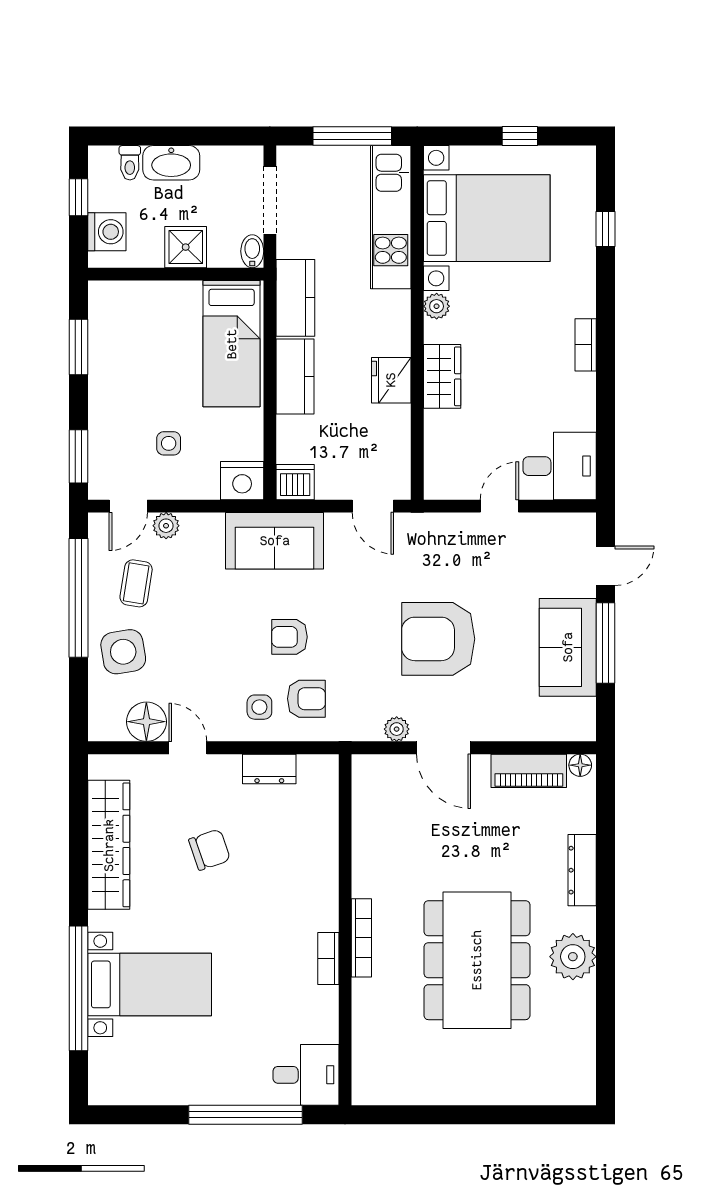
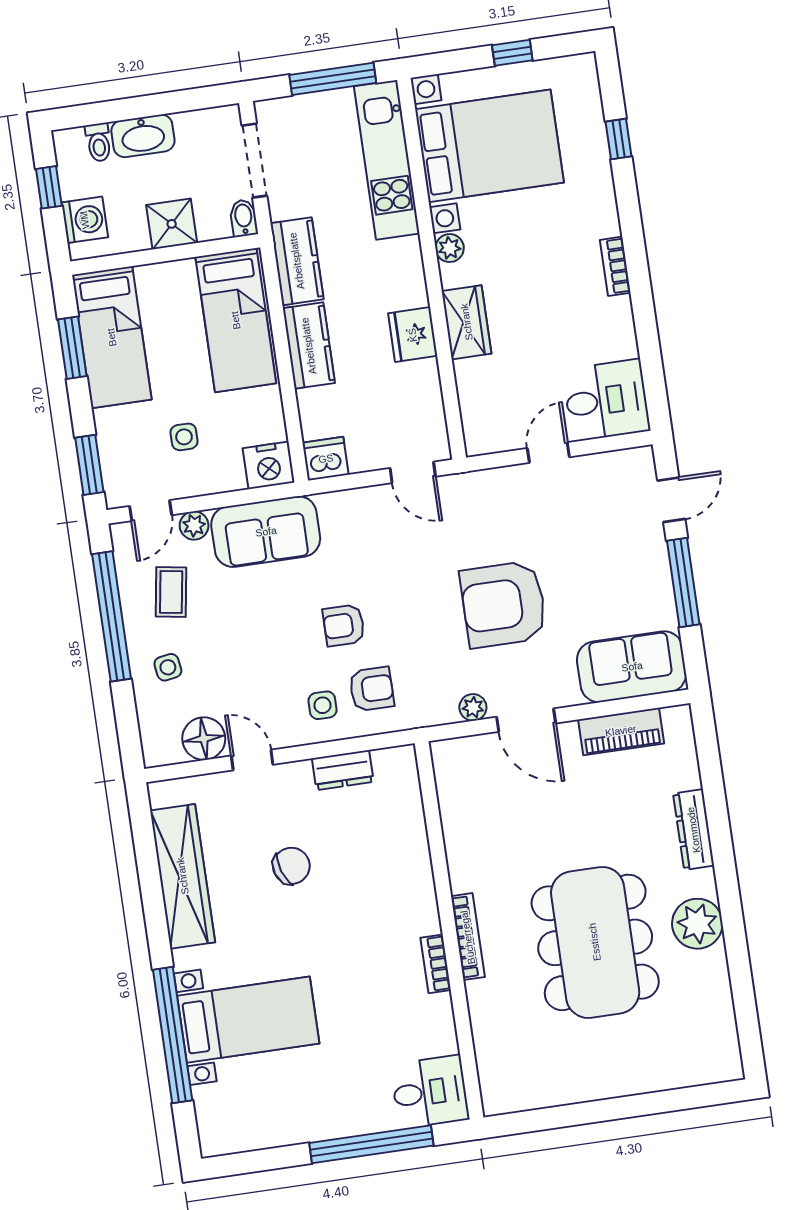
bed: (116, 343) -> (112, 337), added
sofa: (275, 541) -> (266, 532), moved
sofa: (568, 647) -> (632, 667), moved, turned 90
side table: (123, 652) -> (168, 667), width x0.54, depth x0.54
floor lamp: (580, 765) -> (675, 717), removed

